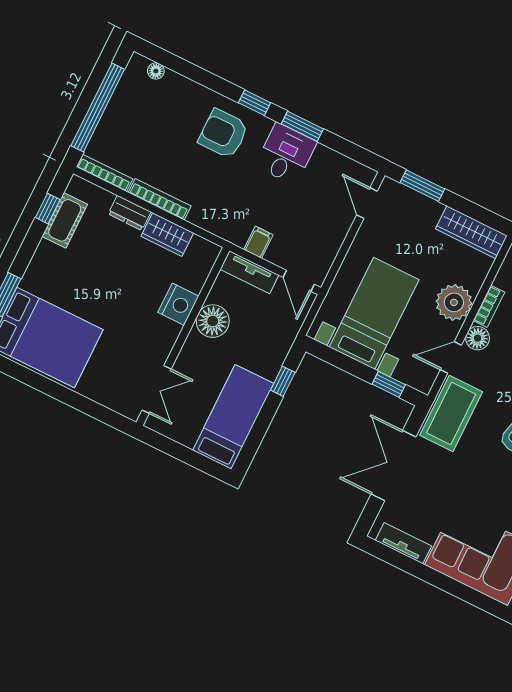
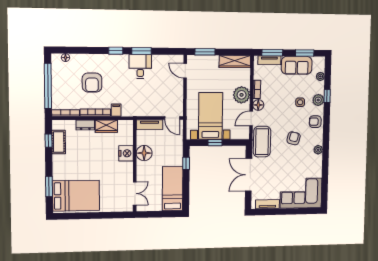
armchair: (223, 134) -> (92, 83), moved, turned -90
filing cabinet: (258, 242) -> (116, 110), moved
window: (389, 384) -> (215, 143), moved

